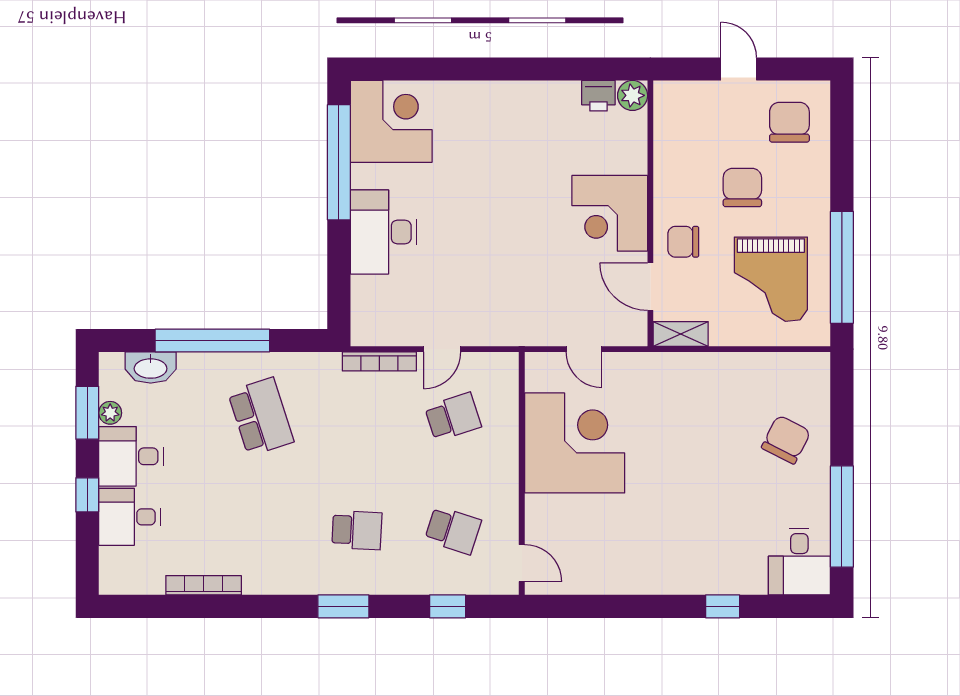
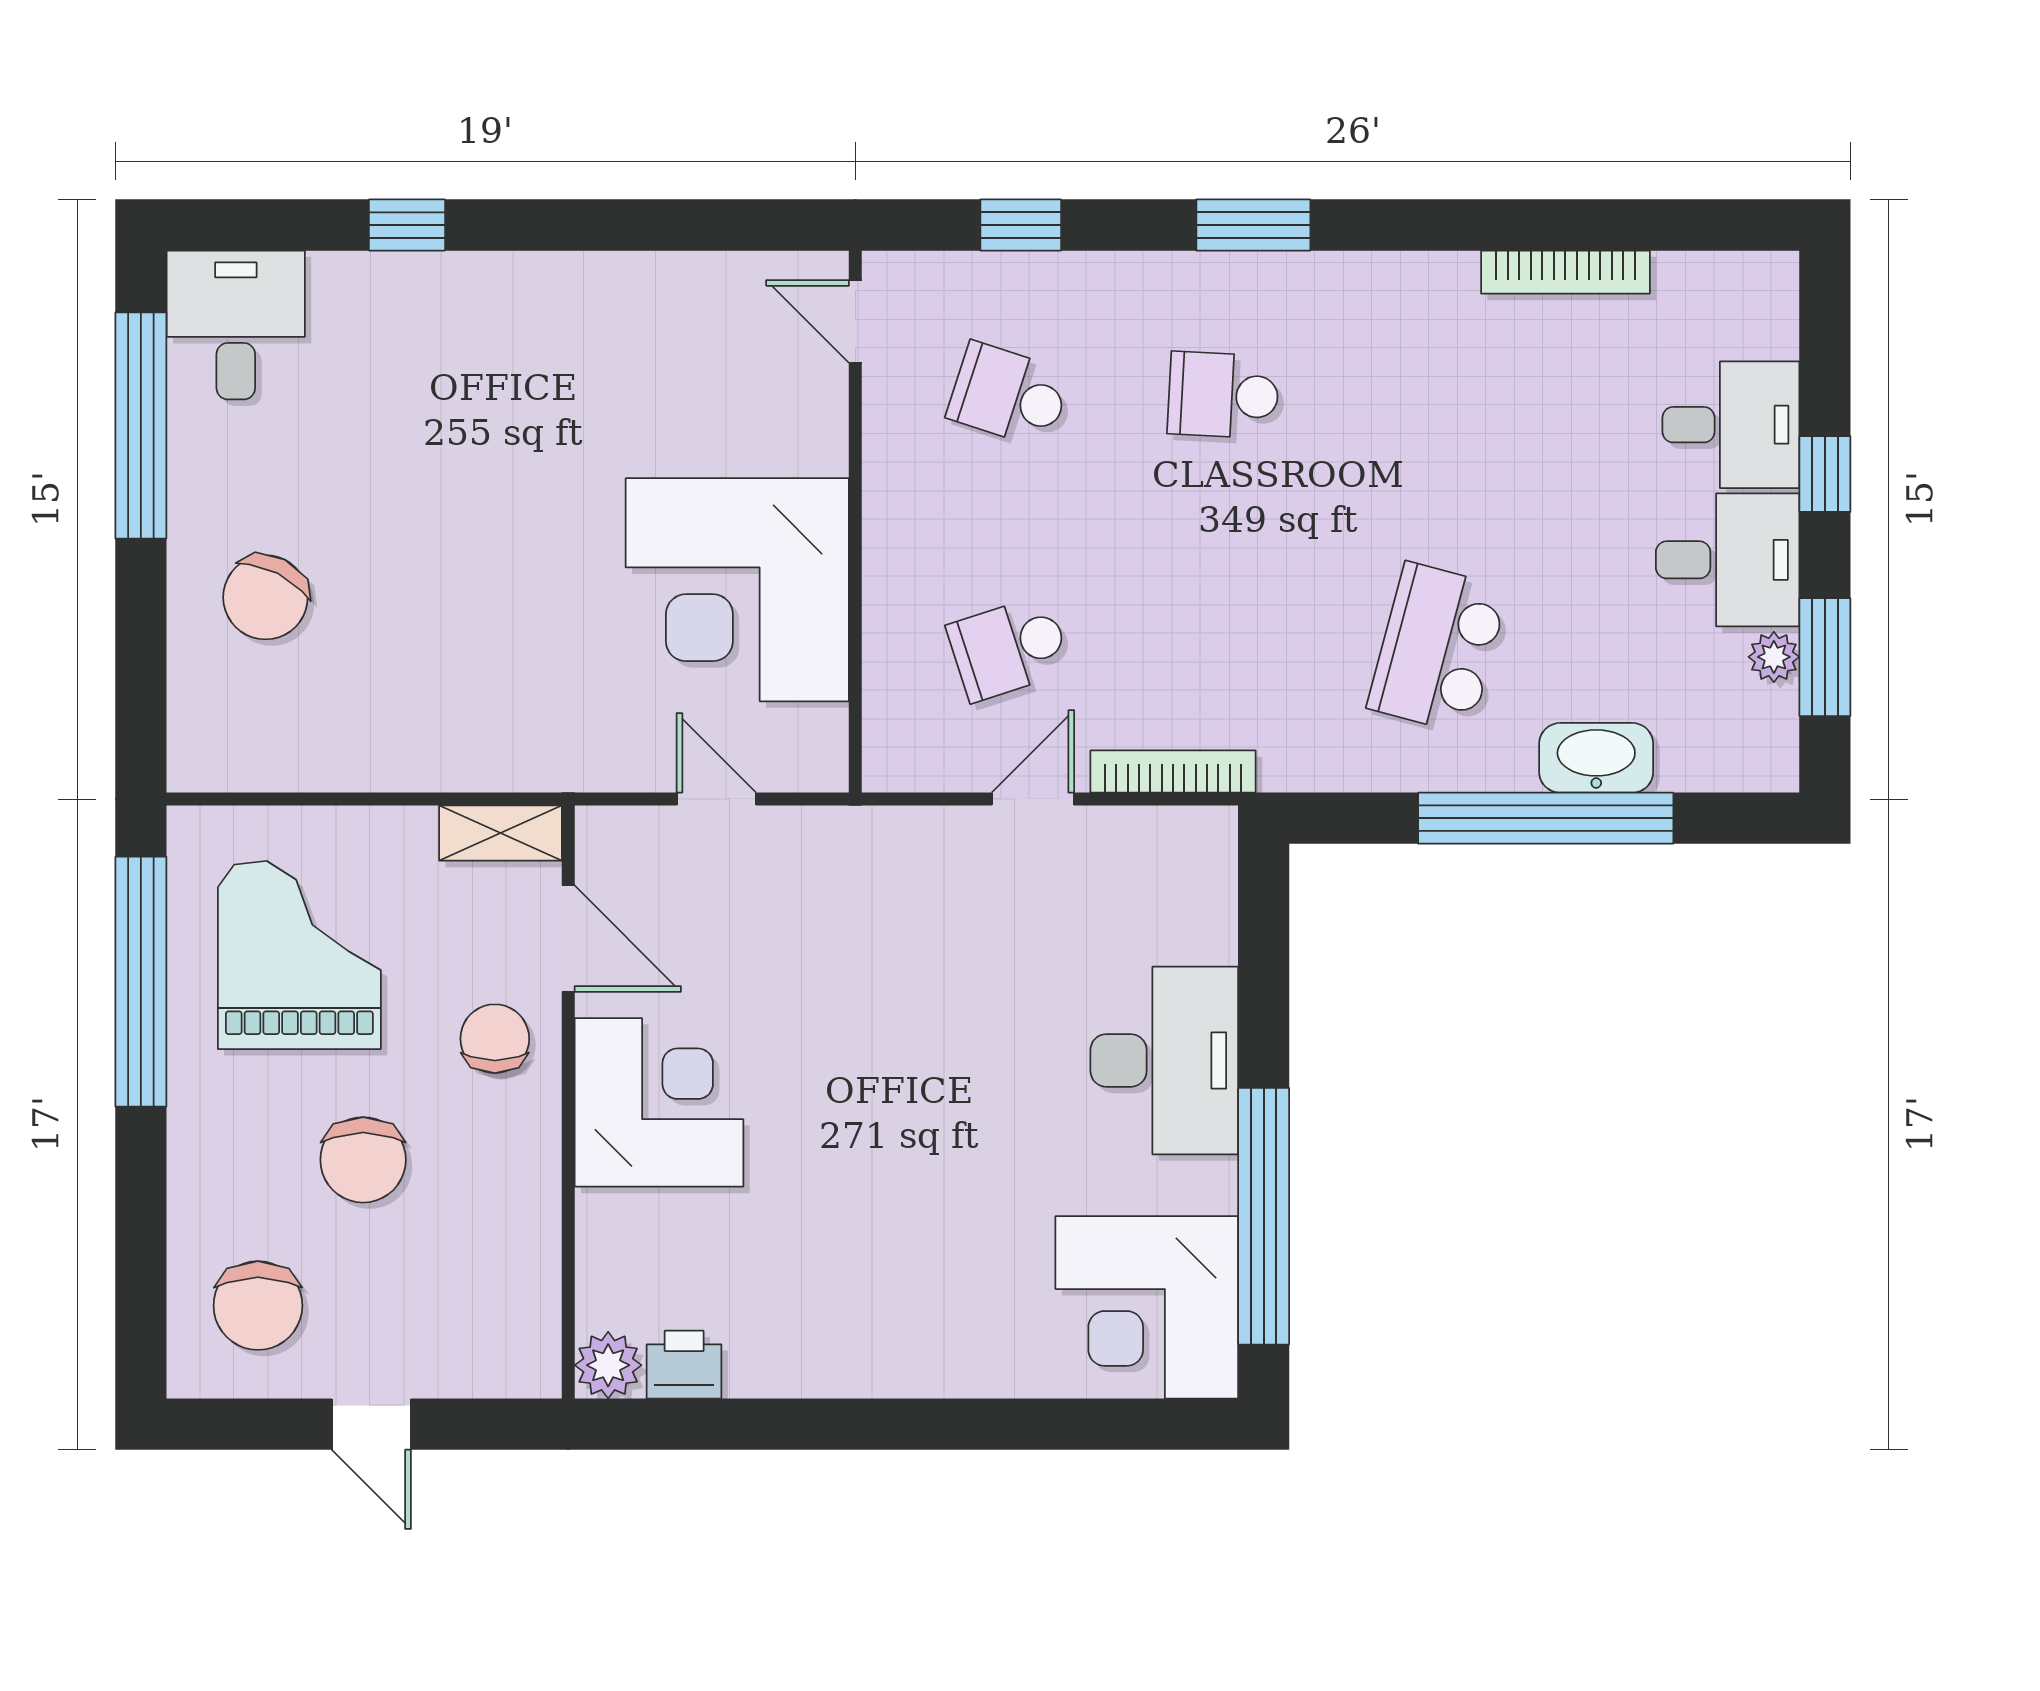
chair: (683, 242) -> (495, 1039), turned -90
washbasin: (151, 368) -> (1596, 758), moved
school desk: (261, 417) -> (1438, 648), turned 33

